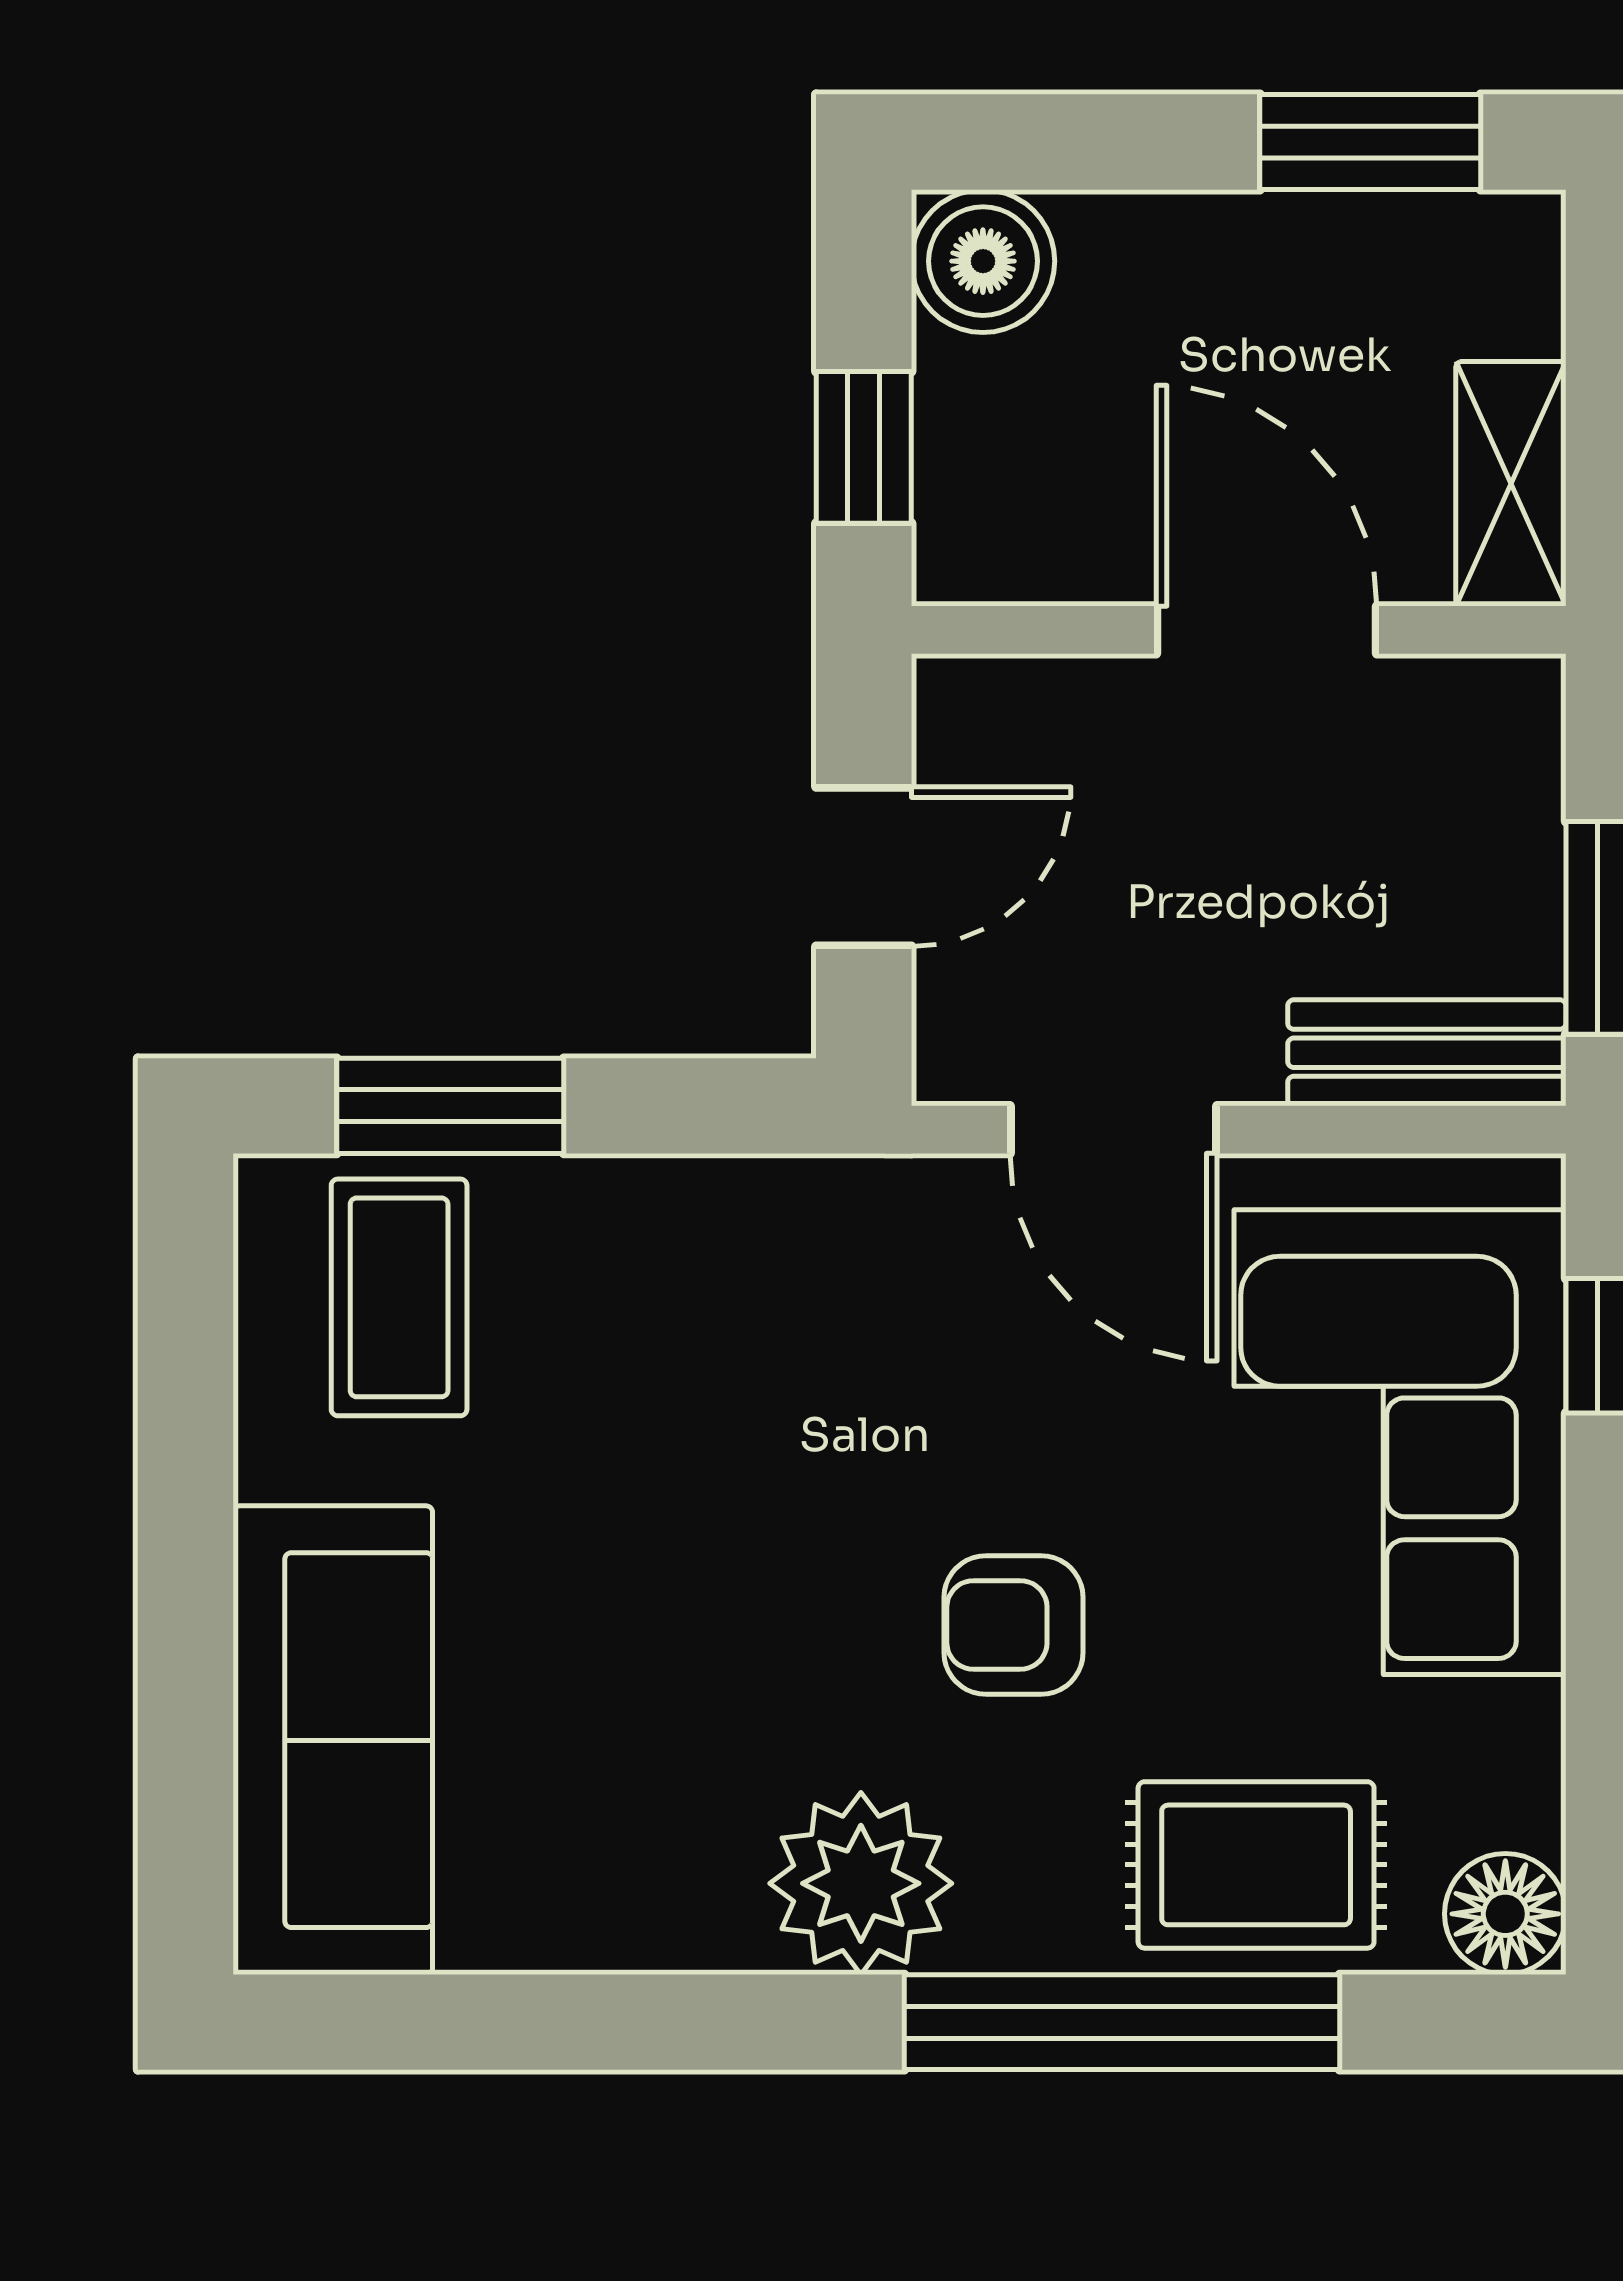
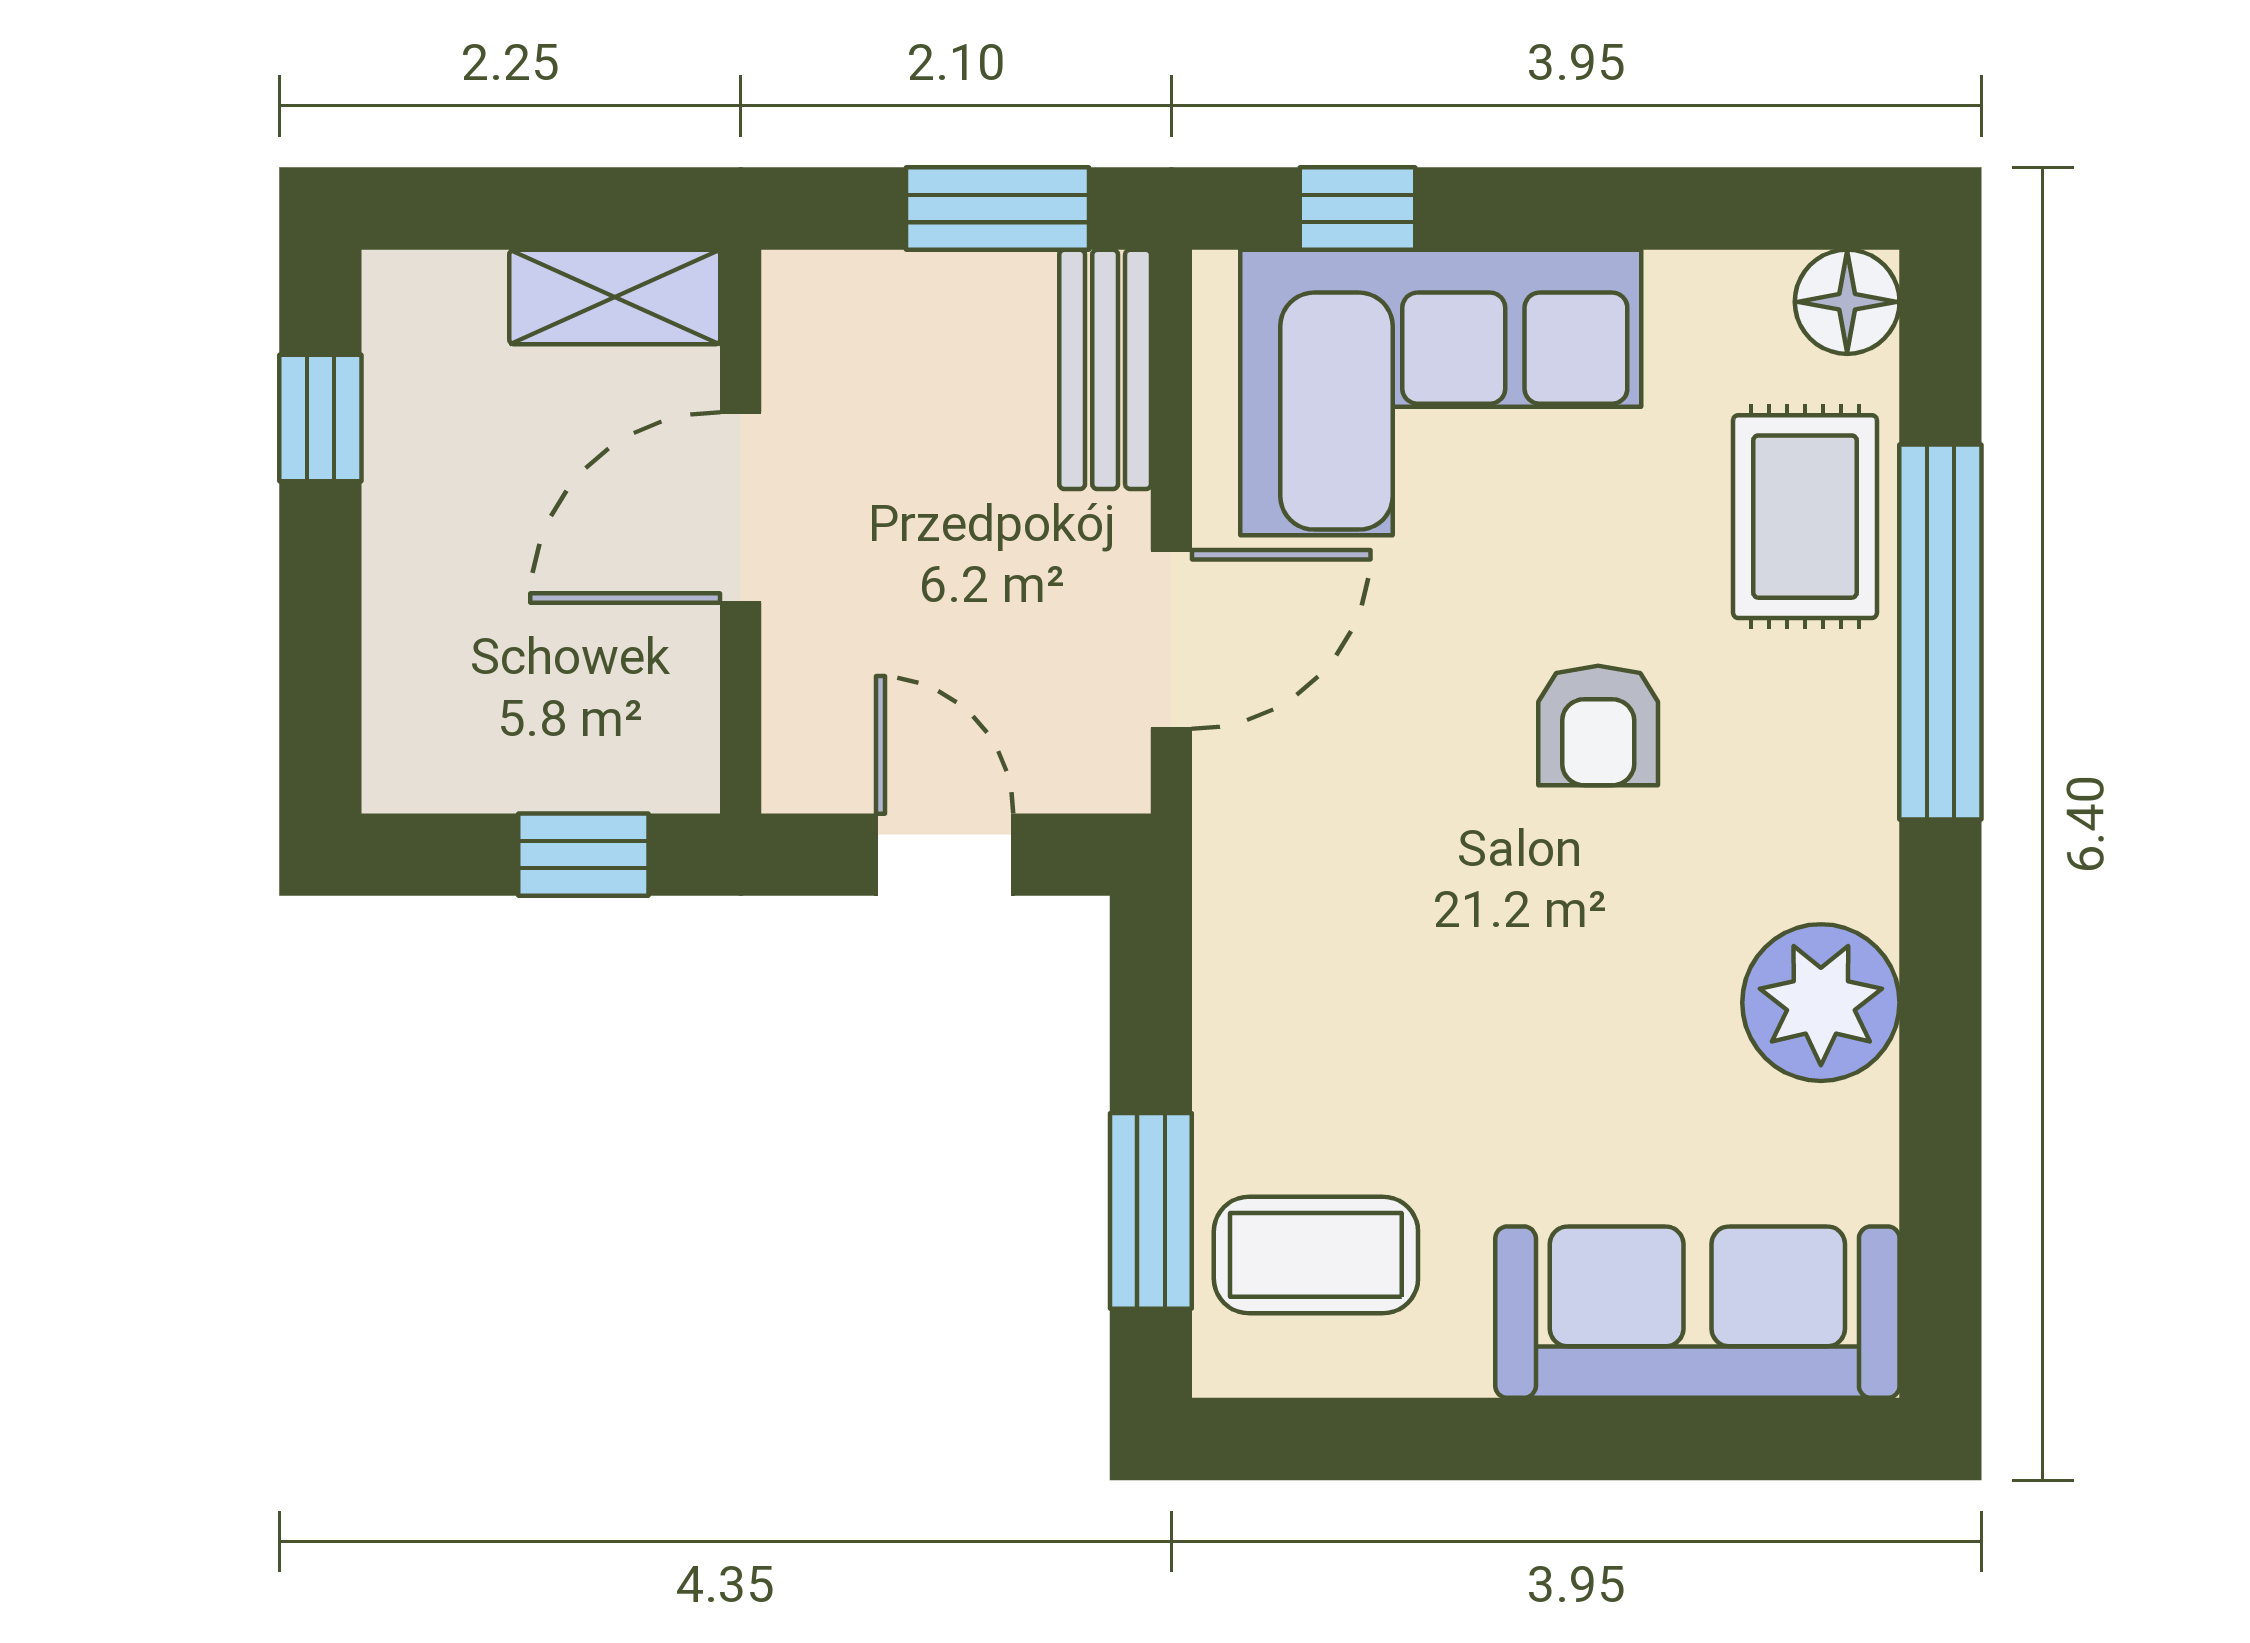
window: (1370, 142) -> (320, 418), width x0.67
boiler: (983, 261) -> (423, 752), removed
plant: (861, 1883) -> (1821, 1003), moved

